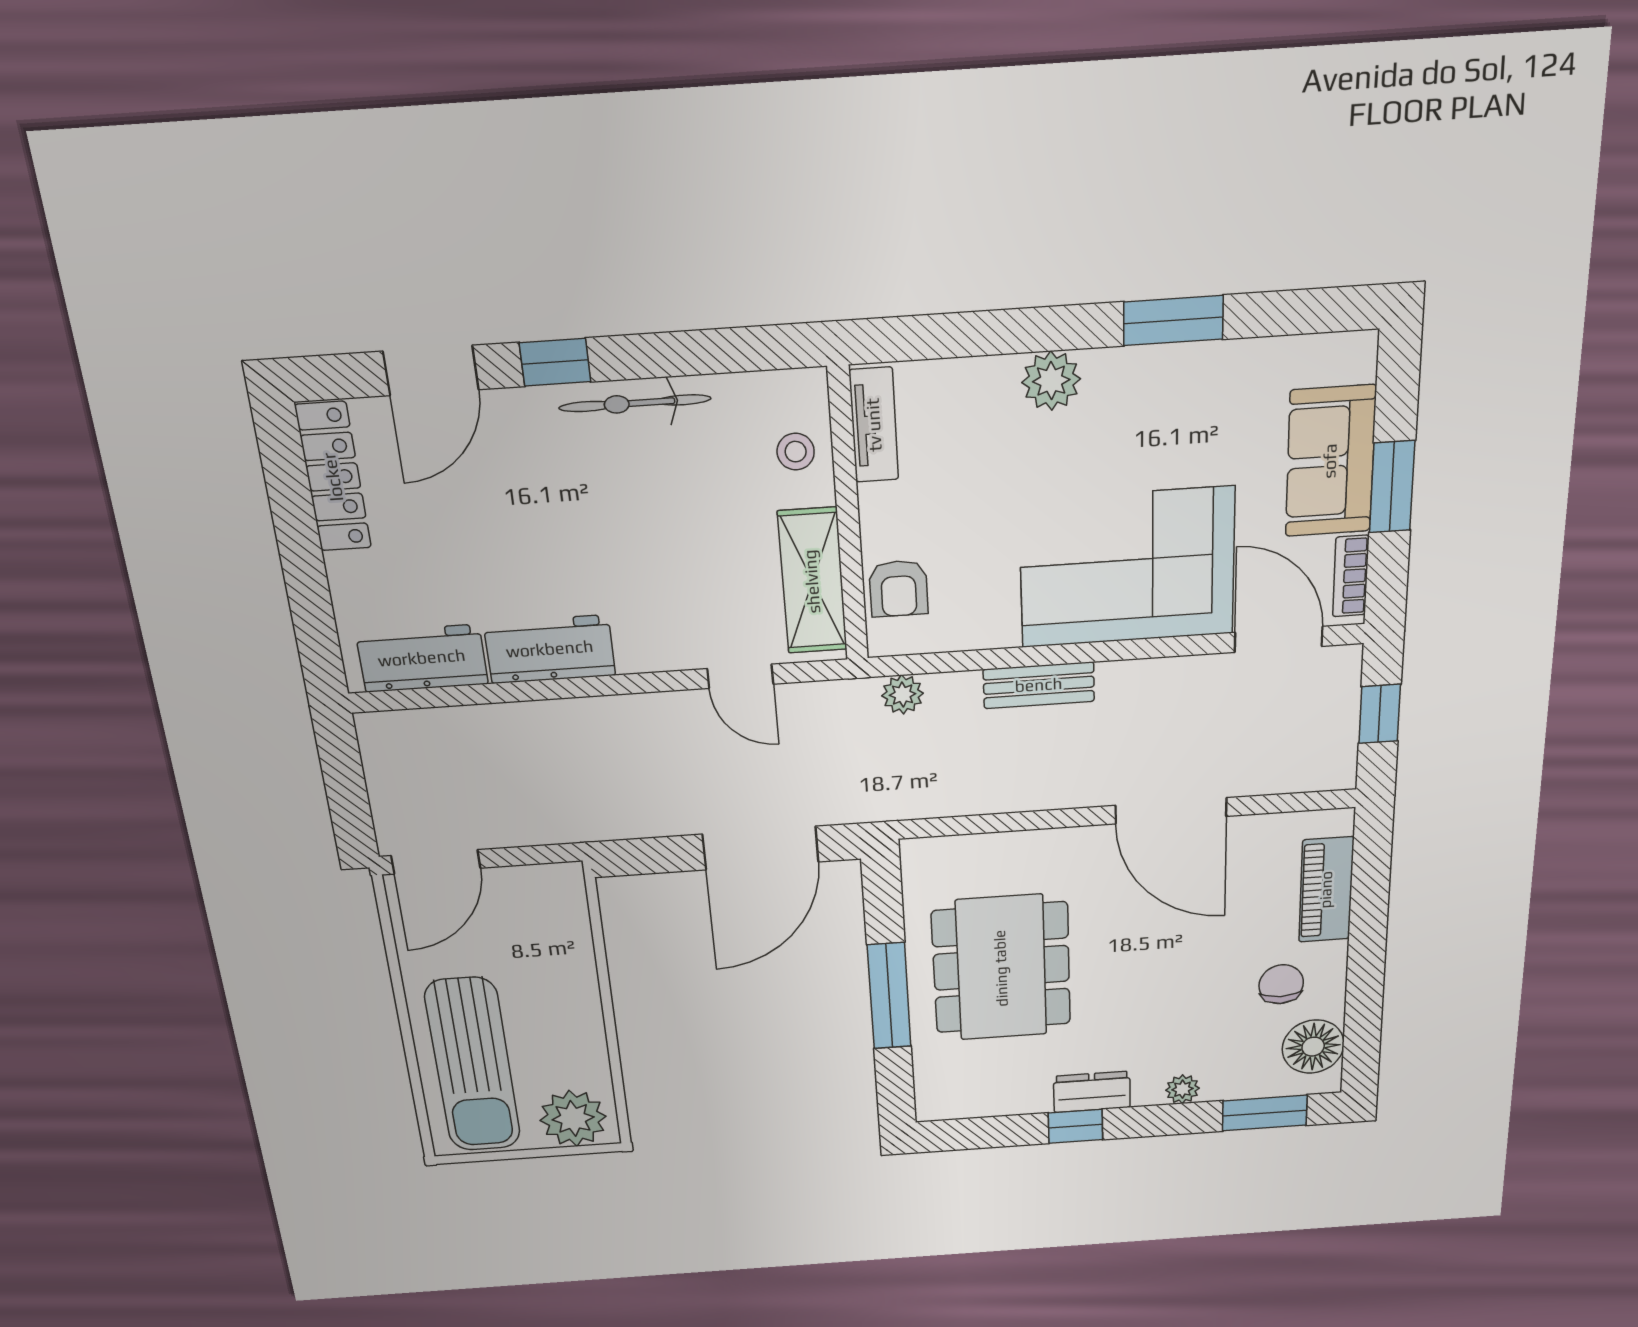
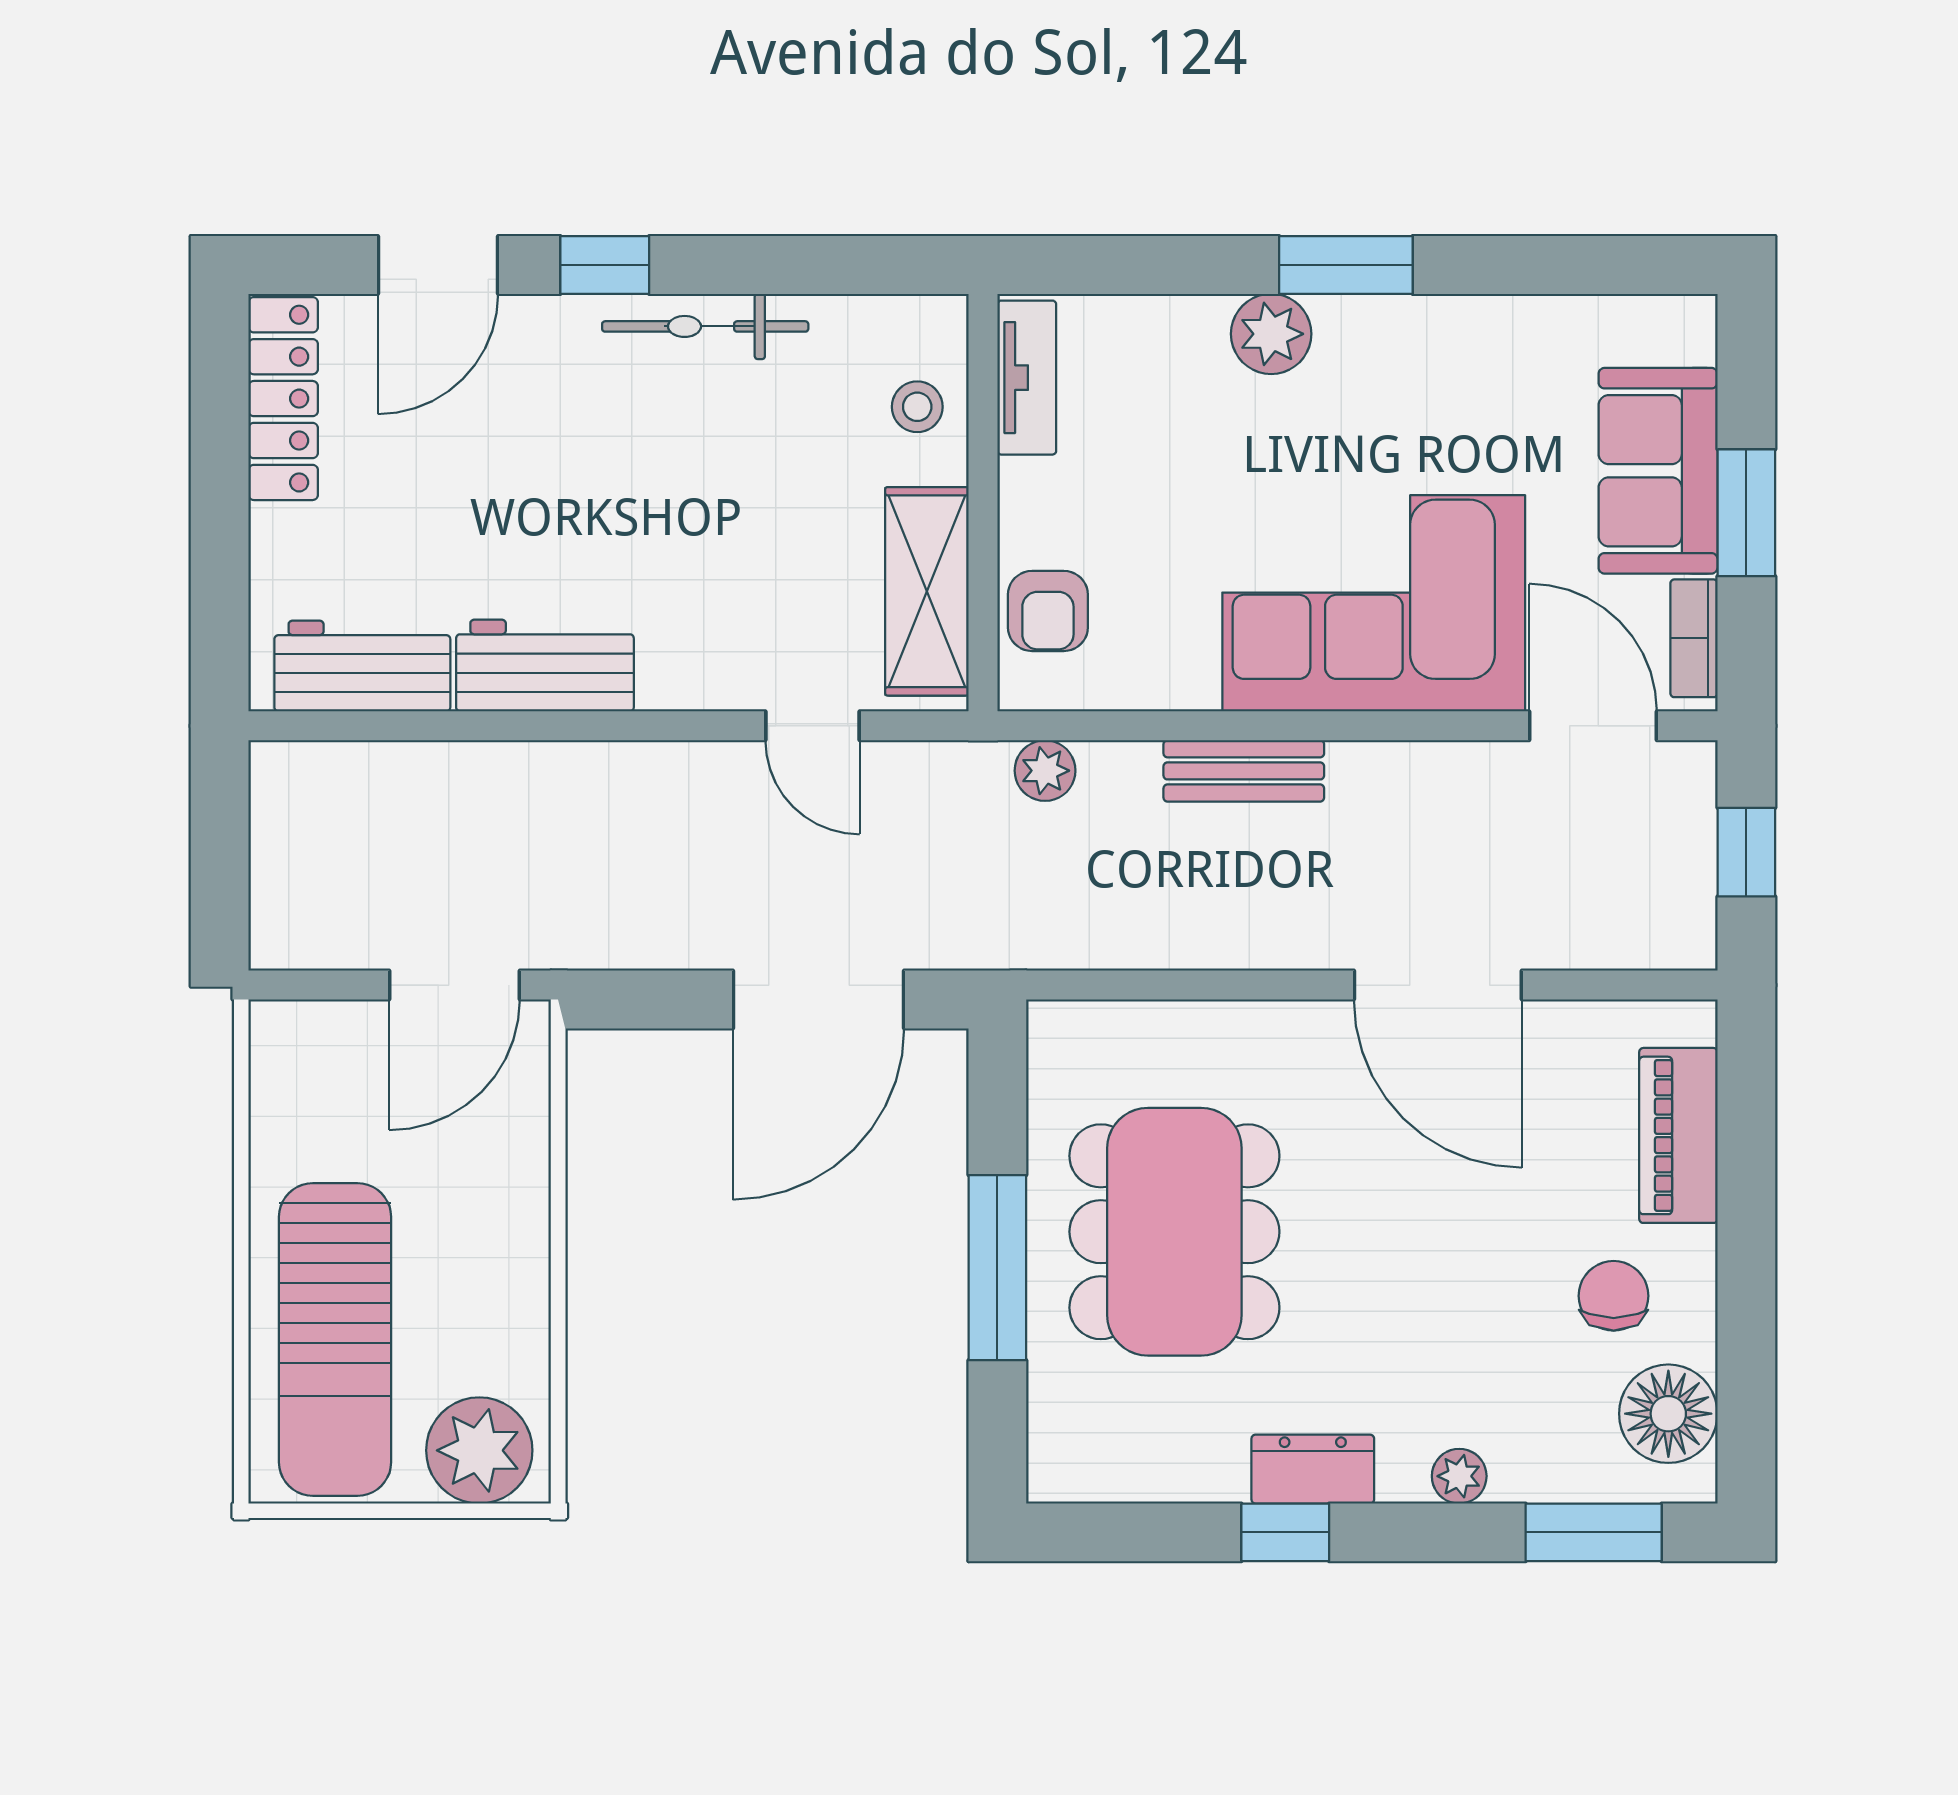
window: (1173, 321) -> (1346, 265), moved
door: (436, 862) -> (455, 985), moved

